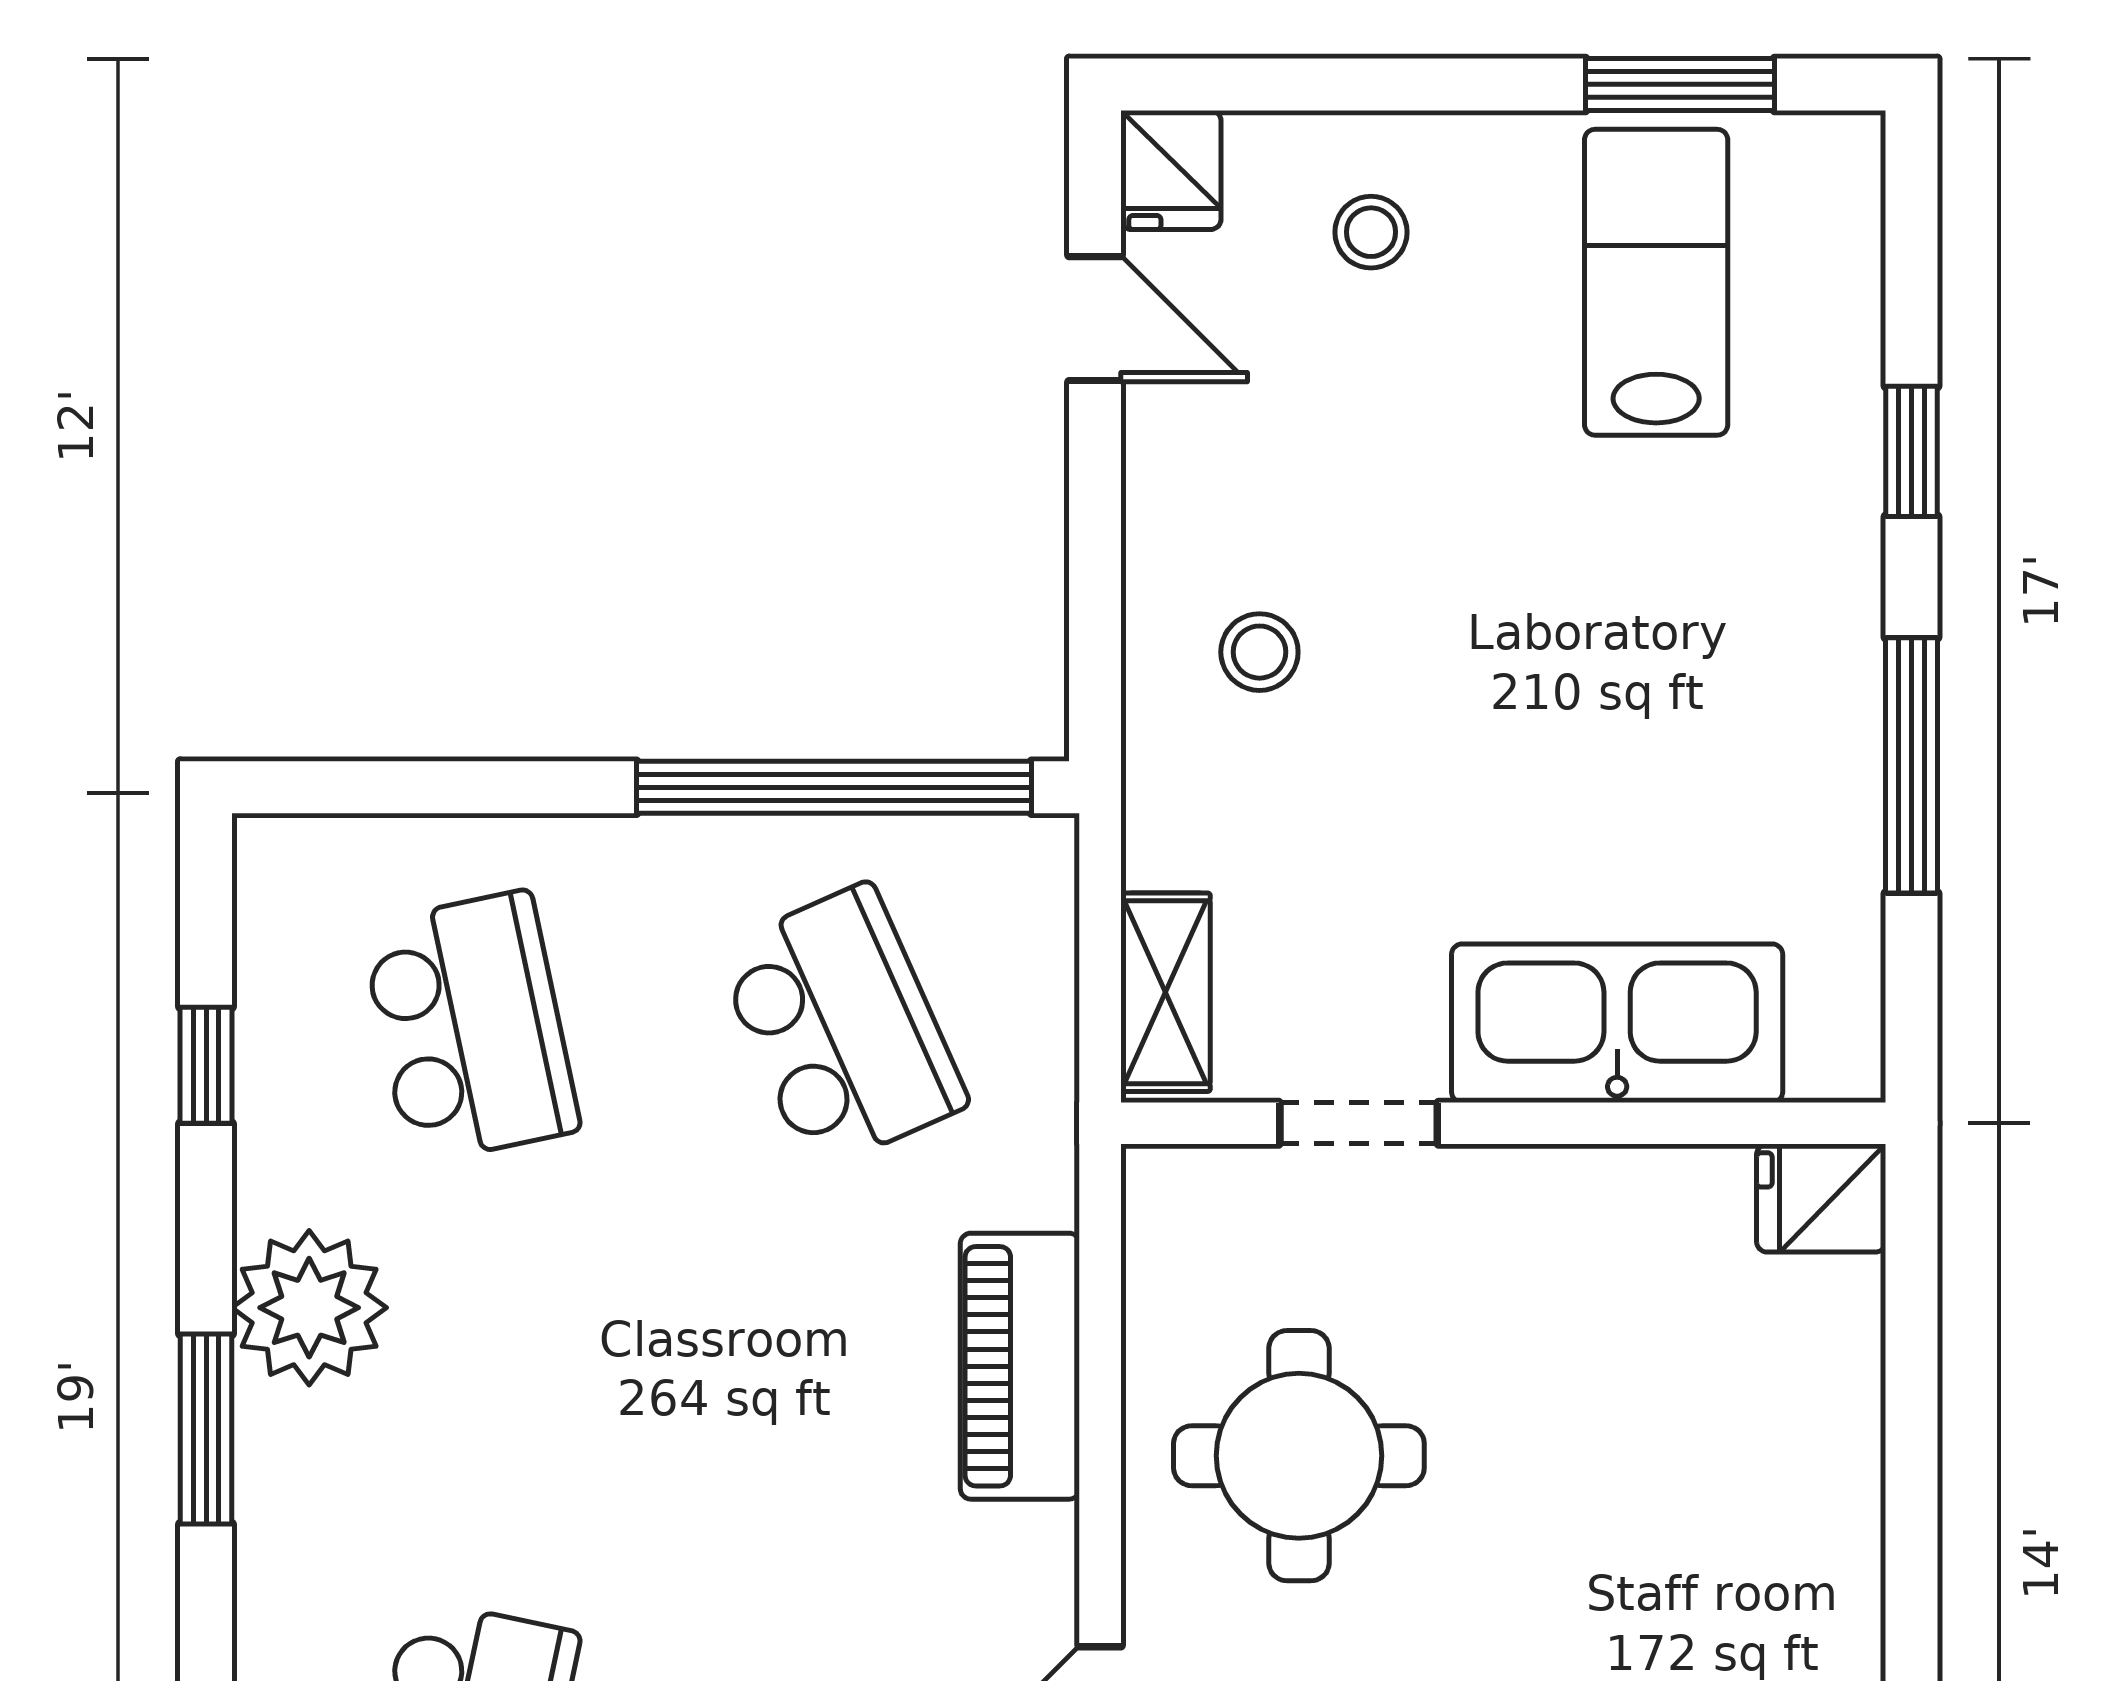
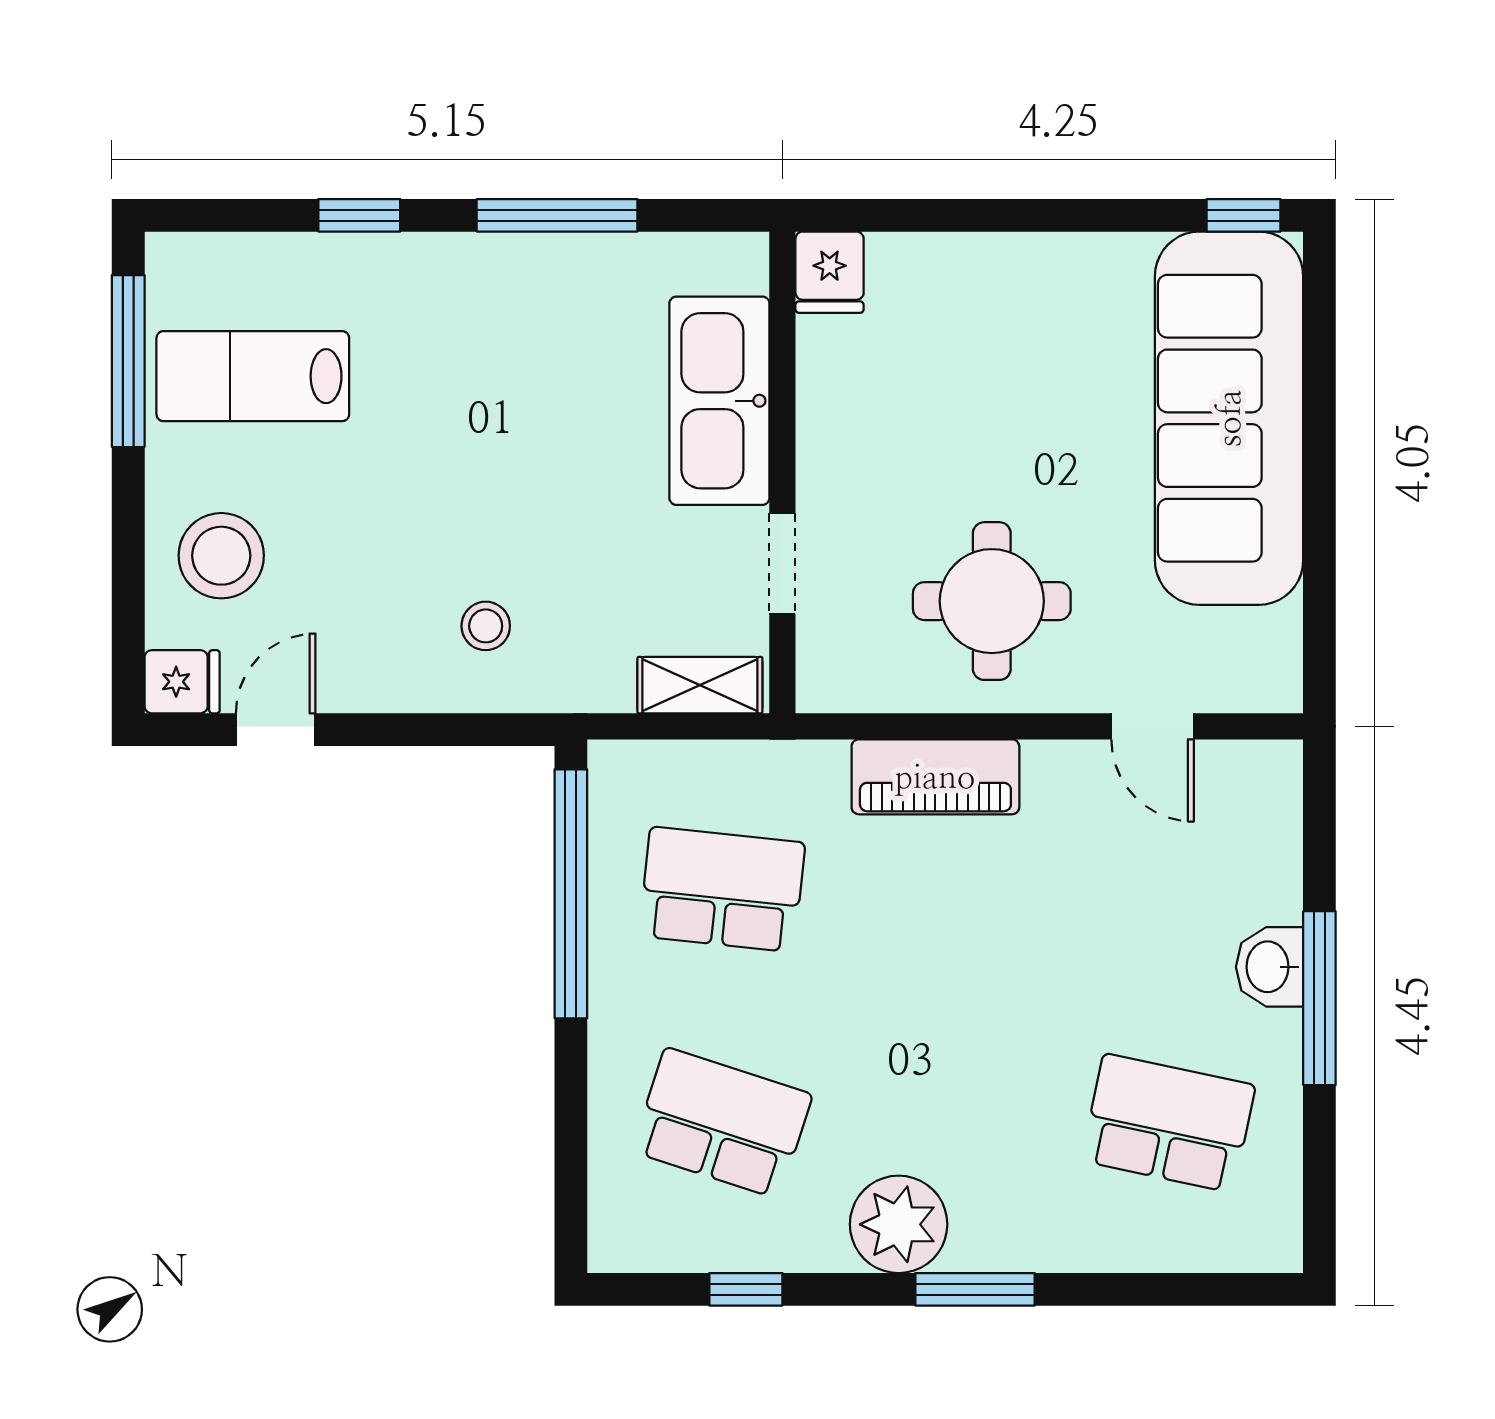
window: (1680, 84) -> (128, 361), width x1.44
stool: (1371, 232) -> (221, 556), width x1.89, depth x1.89
school desk: (470, 1027) -> (722, 1123), turned 30
school desk: (841, 1027) -> (722, 889), turned 30

